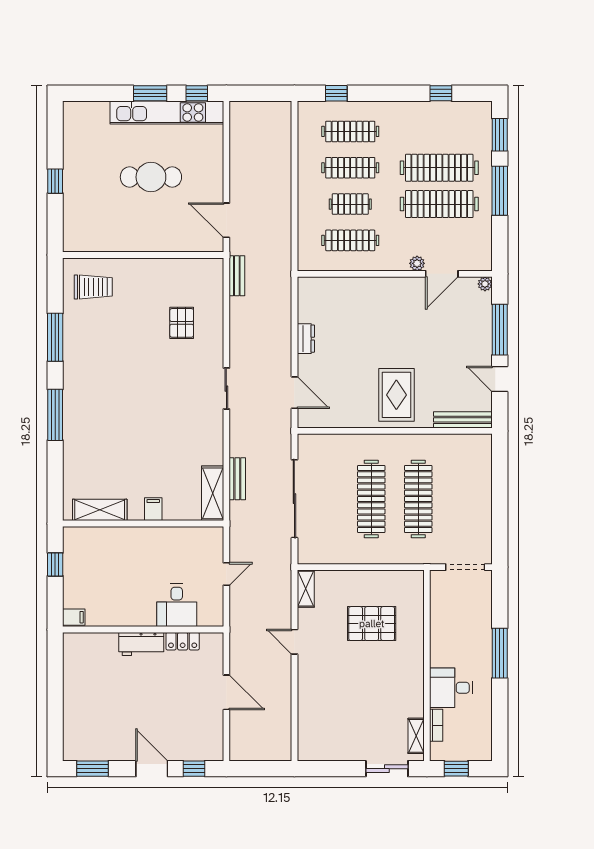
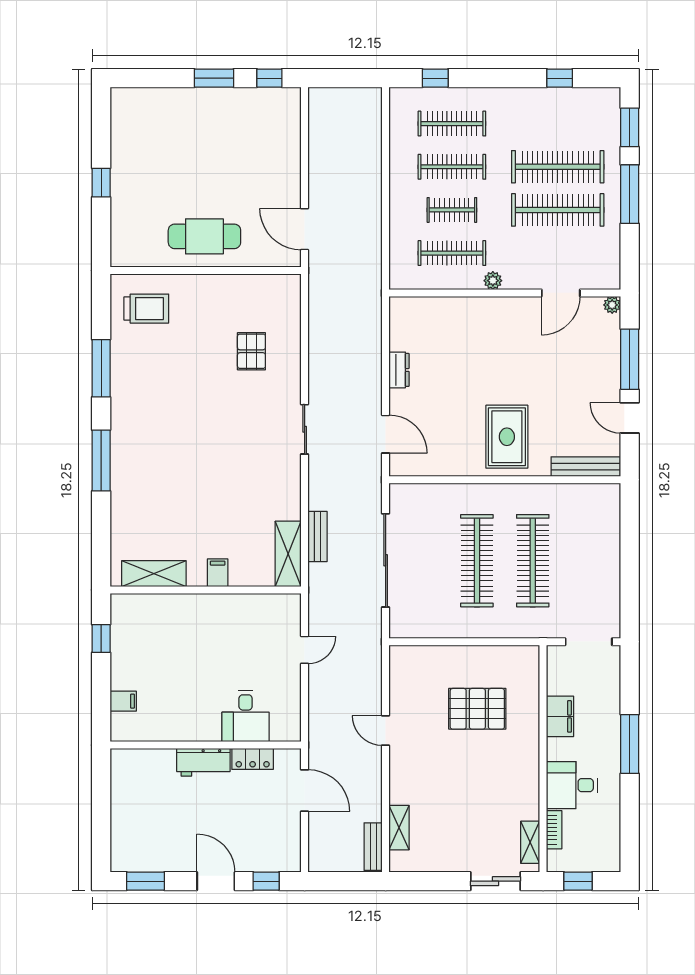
kitchen unit: (167, 112) -> (234, 101), removed
cafe table: (151, 177) -> (204, 236), moved
plant: (417, 263) -> (493, 281), moved
bench: (237, 276) -> (373, 847), moved
shelving: (306, 589) -> (399, 828), moved
desk: (177, 605) -> (246, 716), moved
wall: (143, 630) -> (206, 745), moved
filing cabinet: (441, 630) -> (560, 716), added
locker: (183, 641) -> (253, 759), moved
workbench: (141, 644) -> (203, 762), moved

